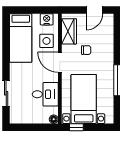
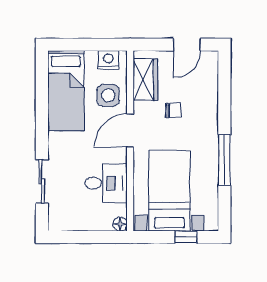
door: (60, 62) -> (130, 131), hinge flipped
window: (76, 127) -> (186, 237), moved

